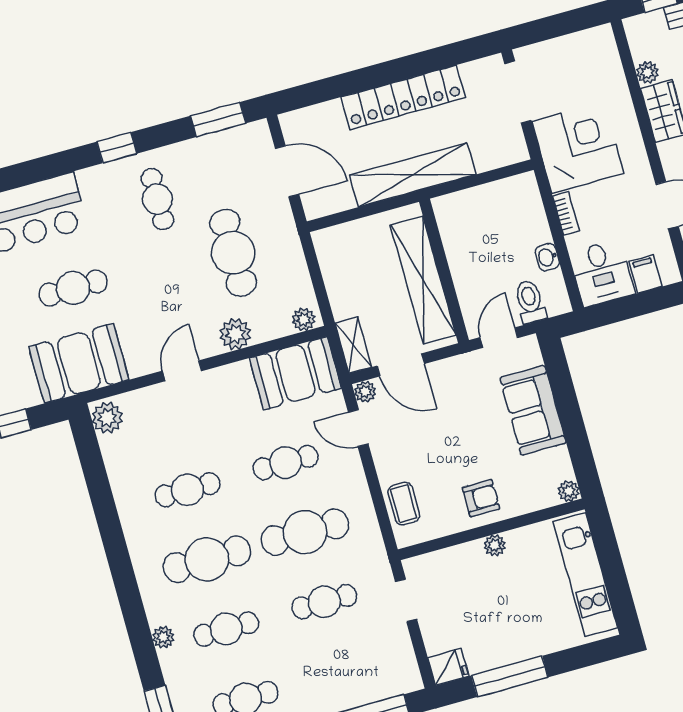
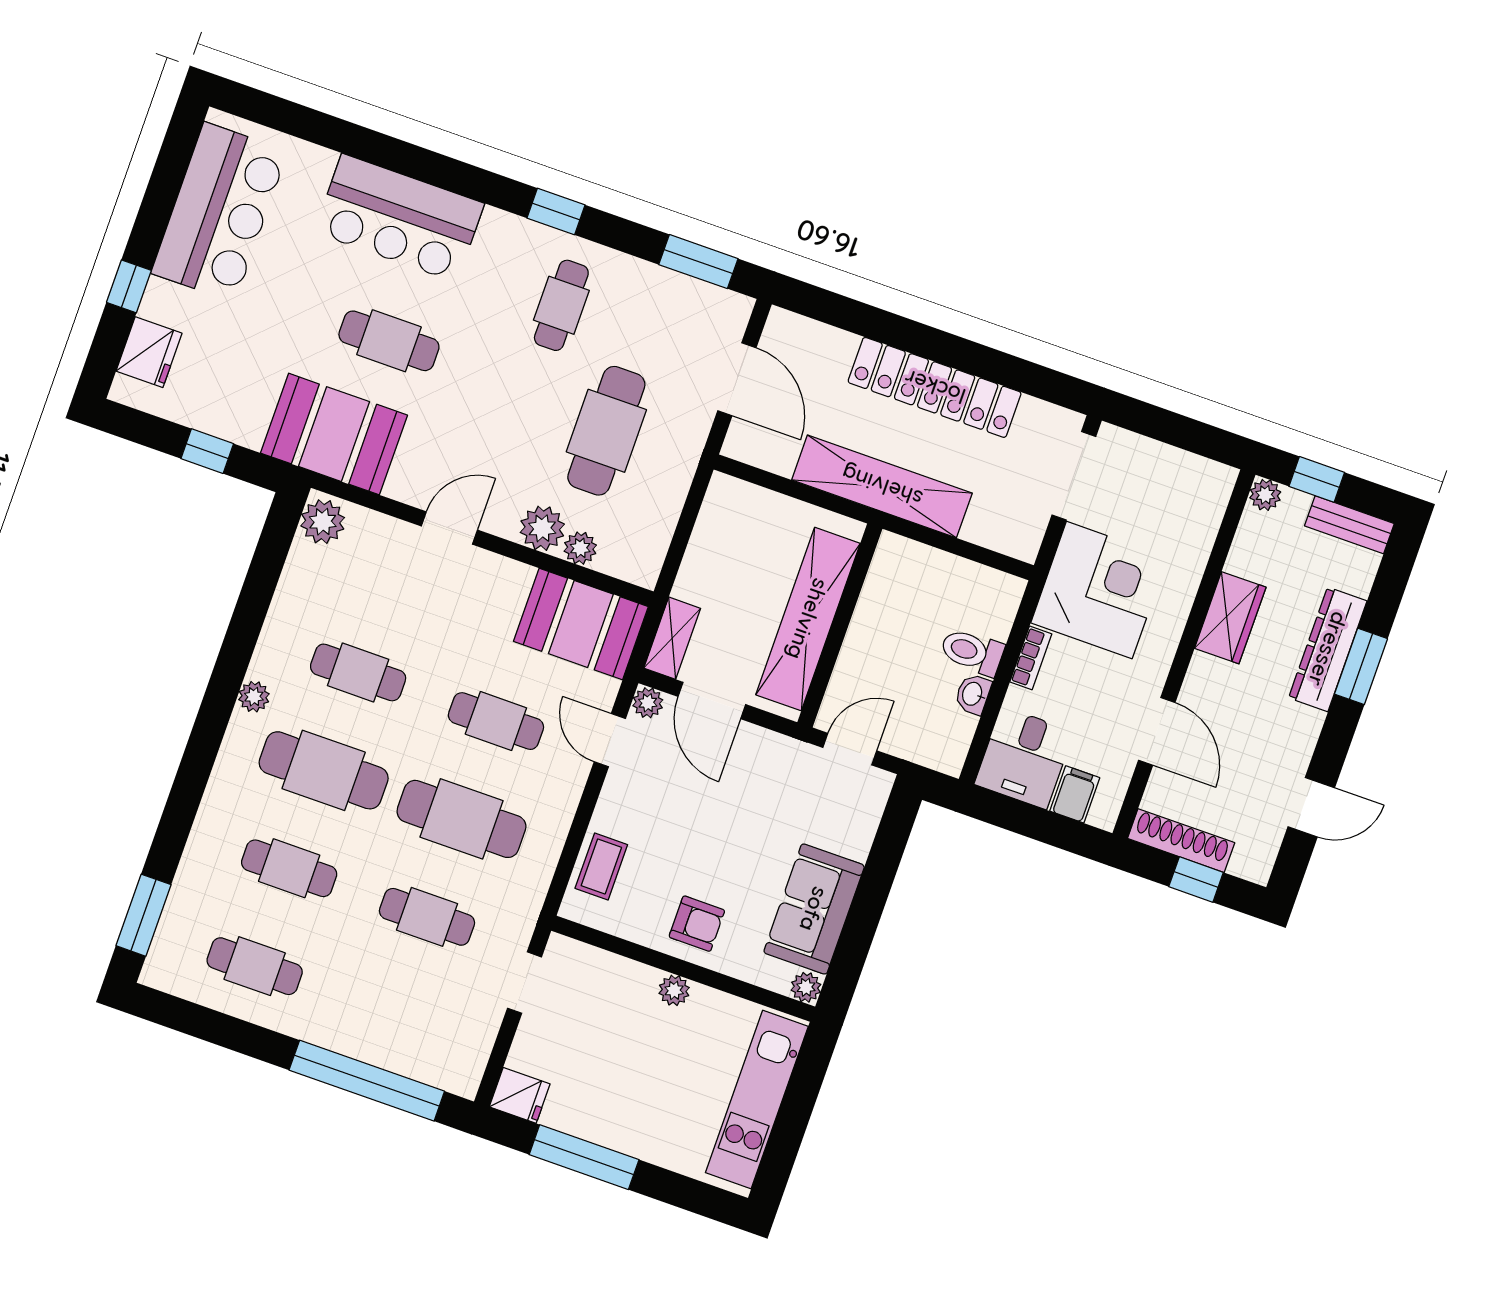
plant: (647, 72) -> (1265, 495), moved
toilet: (530, 302) -> (972, 652), moved, turned -90
plant: (304, 319) -> (580, 548), moved
sofa: (533, 410) -> (814, 909), moved
plant: (163, 637) -> (254, 697), moved

